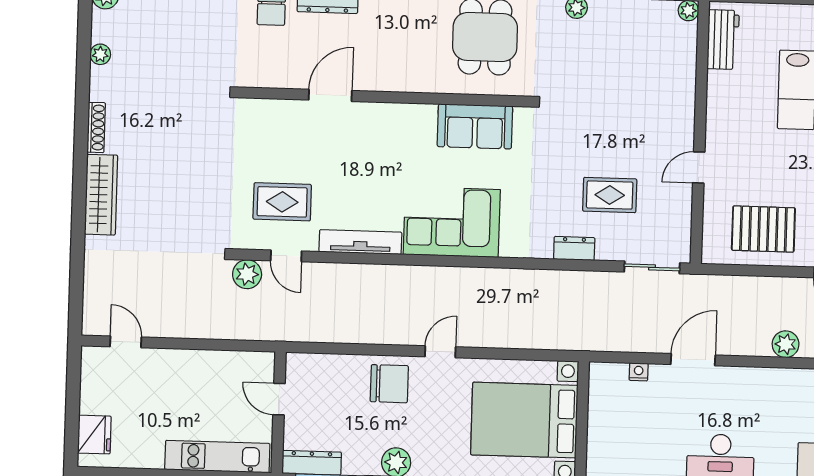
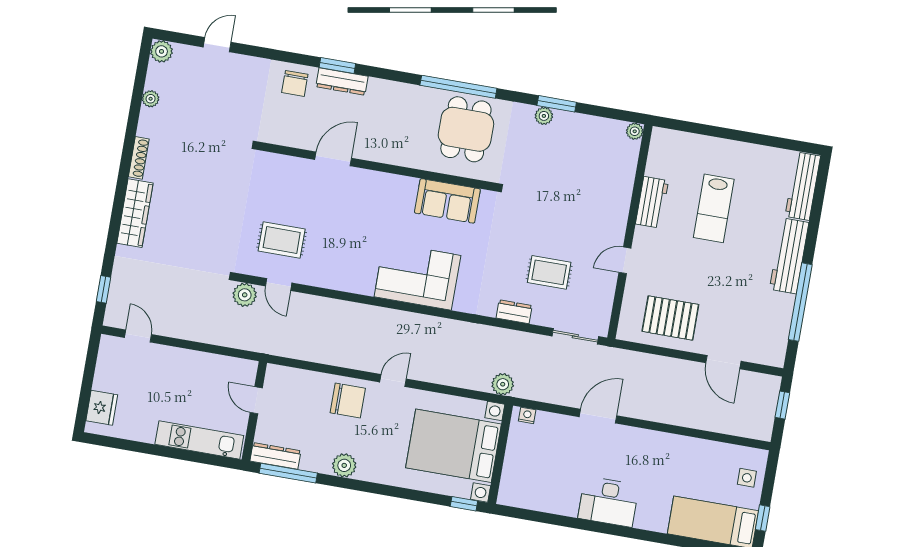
workbench: (723, 40) -> (652, 202), moved
tv unit: (360, 242) -> (341, 282), removed
window: (76, 292) -> (103, 289), added
plant: (786, 344) -> (503, 384), moved
nightstand: (639, 372) -> (527, 415), moved

